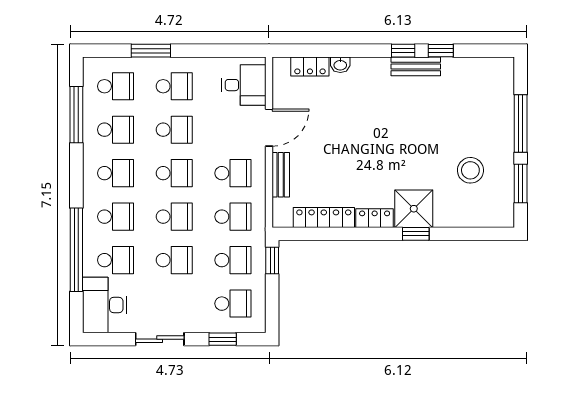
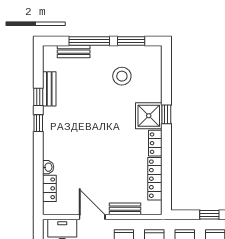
bench: (416, 66) -> (49, 89), moved
bench: (505, 101) -> (74, 52), added
window: (272, 261) -> (209, 215), moved

